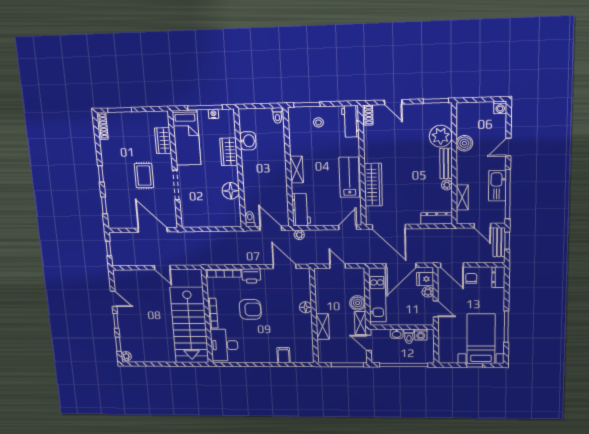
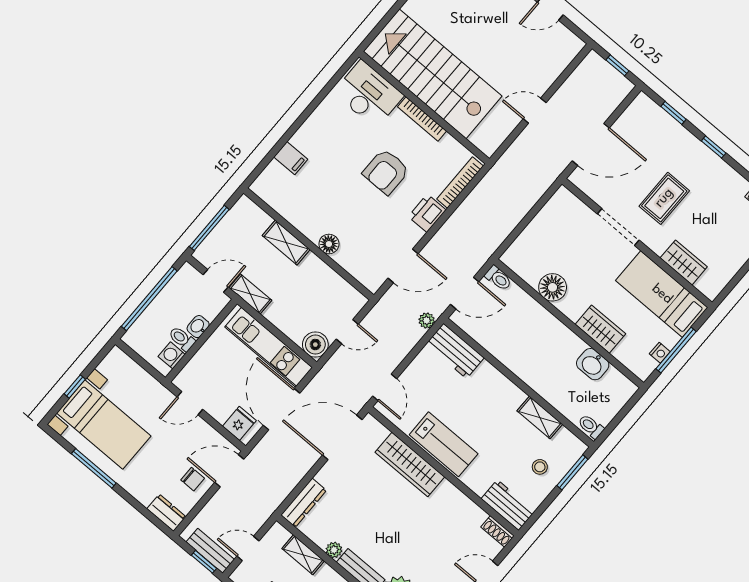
shelving: (297, 170) -> (540, 417), moved
rug: (144, 176) -> (664, 198), turned 90
plant: (428, 292) -> (220, 412), removed
boiler: (358, 303) -> (315, 345), moved

